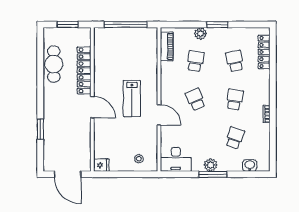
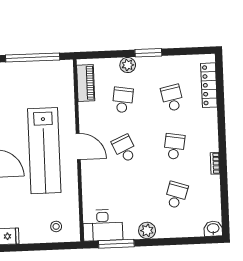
lab bench: (132, 99) -> (44, 151), width x1.86, depth x1.39
door: (159, 115) -> (78, 147), moved
washbasin: (250, 166) -> (213, 229), moved
window: (213, 174) -> (116, 244), moved

